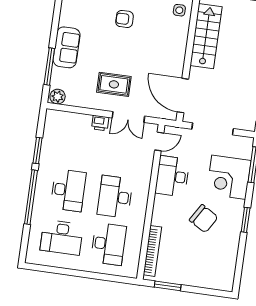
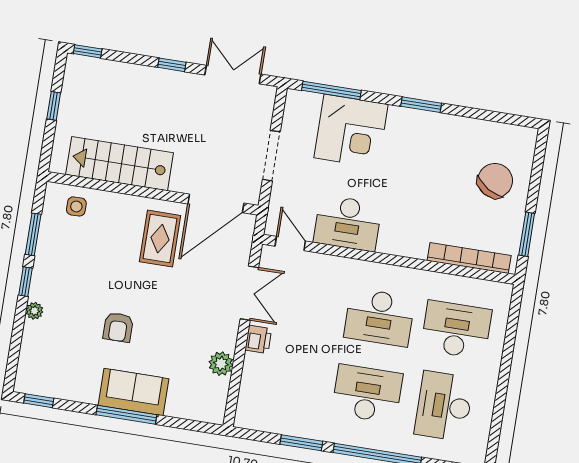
armchair: (125, 19) -> (118, 327), moved
window: (49, 67) -> (126, 415), moved
rug: (114, 84) -> (160, 239), moved
plant: (58, 97) -> (221, 364), moved
doorway: (213, 129) -> (271, 156), width x0.73
chair: (204, 219) -> (495, 181), moved
desk: (62, 237) -> (444, 406), turned 180

